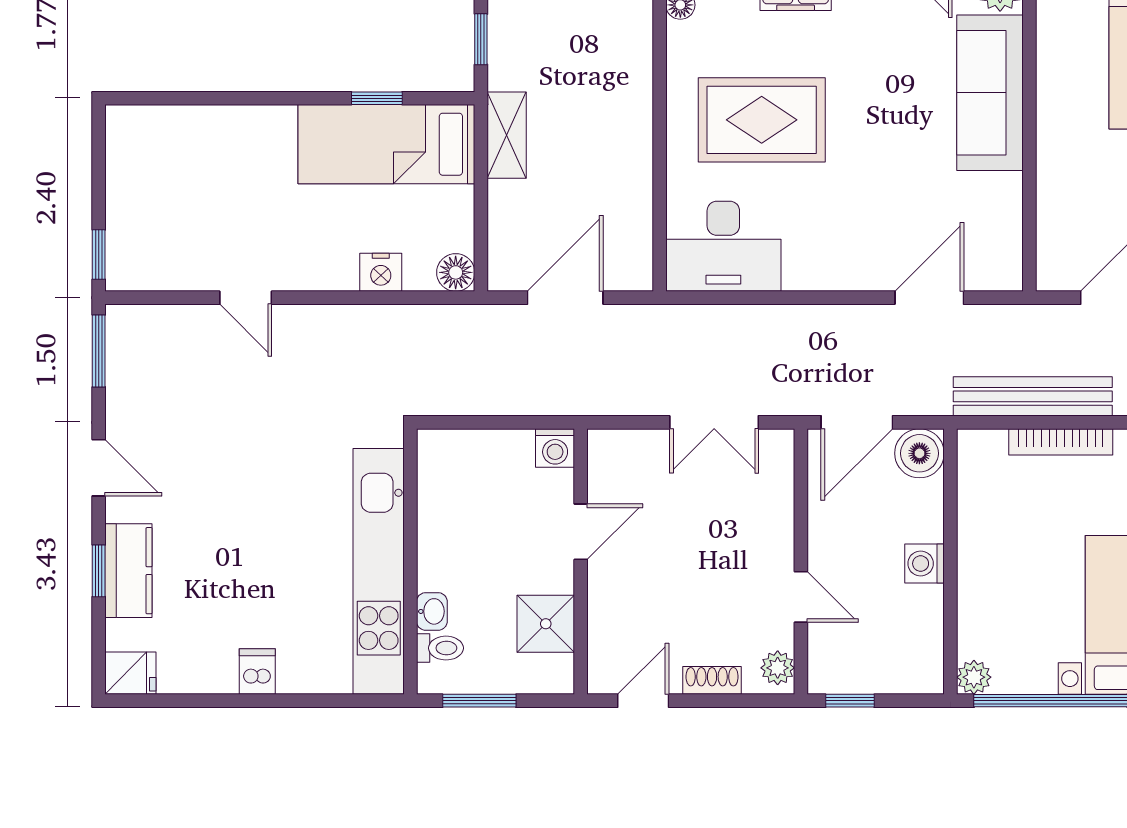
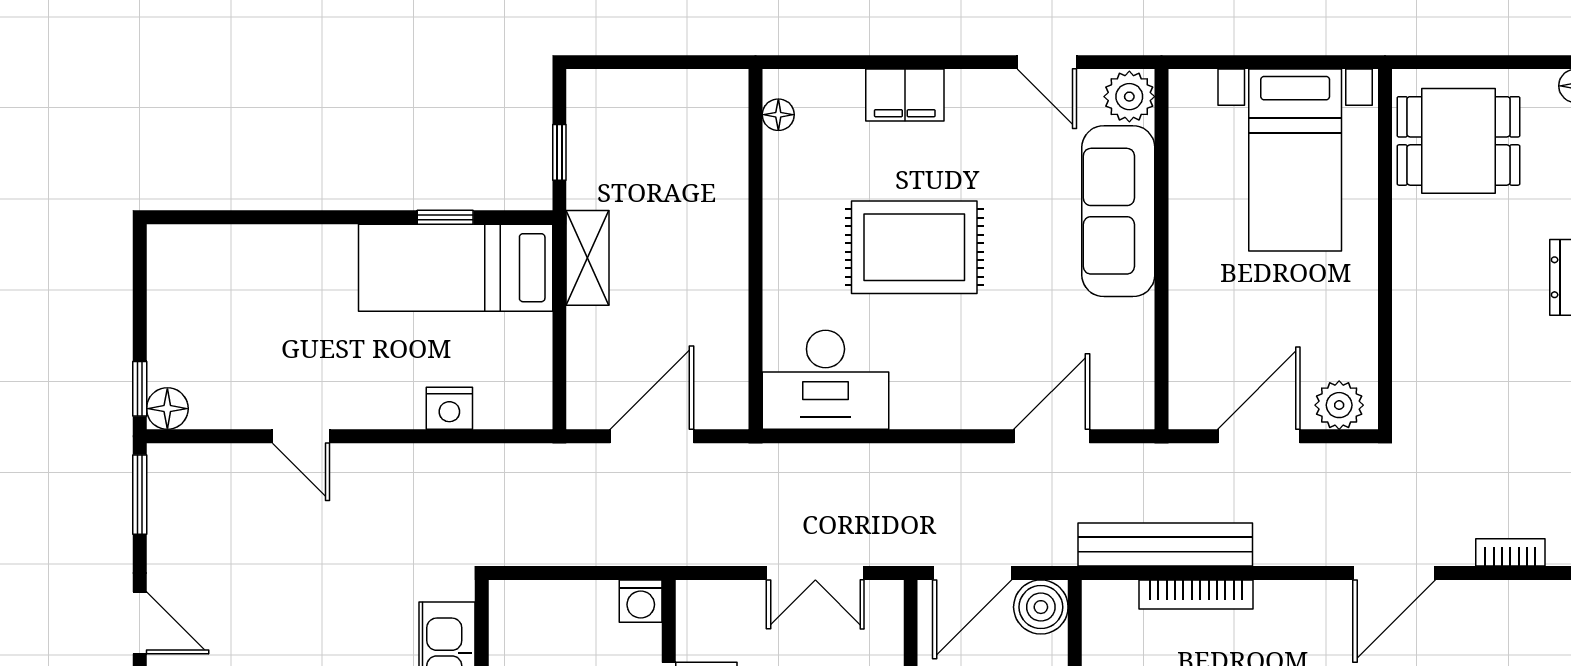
rug: (762, 120) -> (914, 247), moved
floor lamp: (456, 272) -> (167, 409), moved

